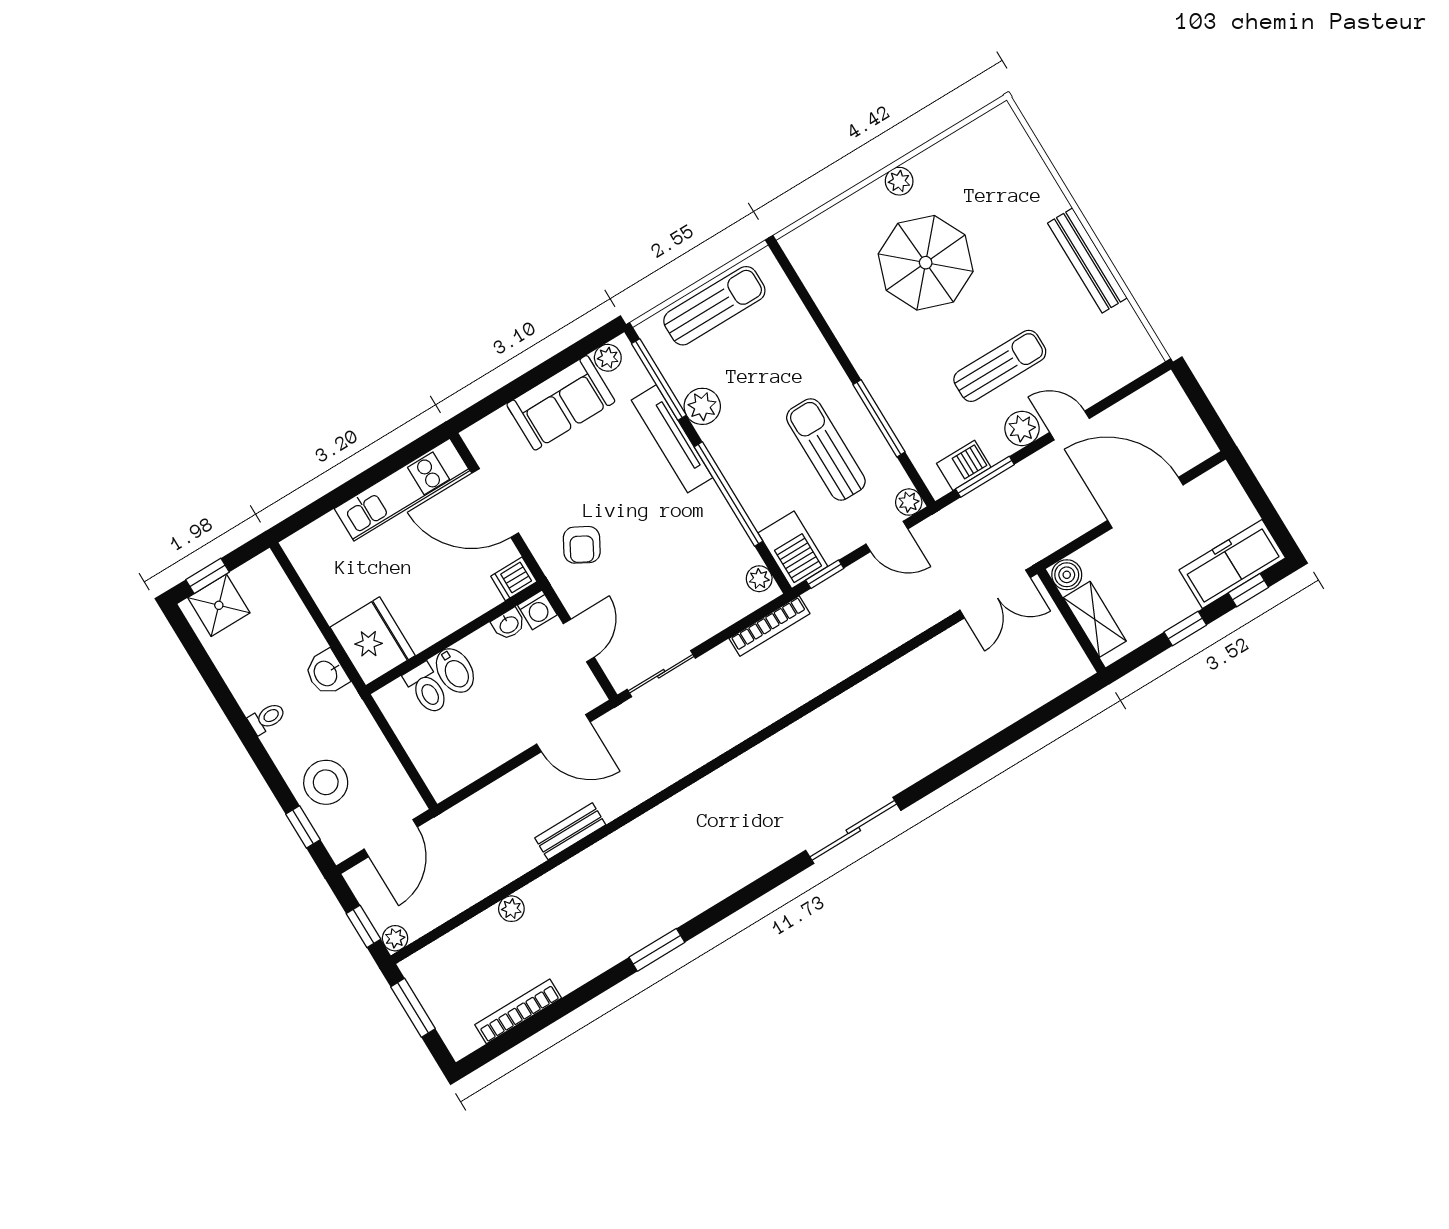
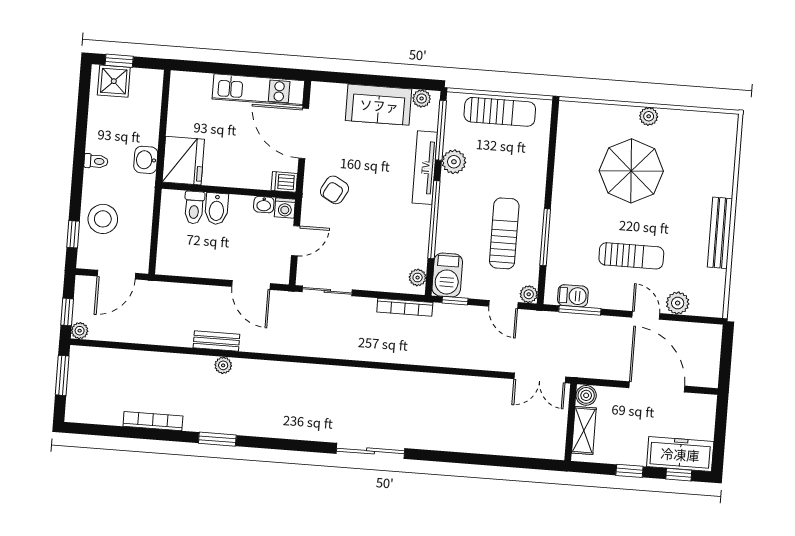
plant: (1022, 429) -> (678, 303), moved
plant: (511, 909) -> (223, 365), moved
bookcase: (518, 1011) -> (153, 421), moved

